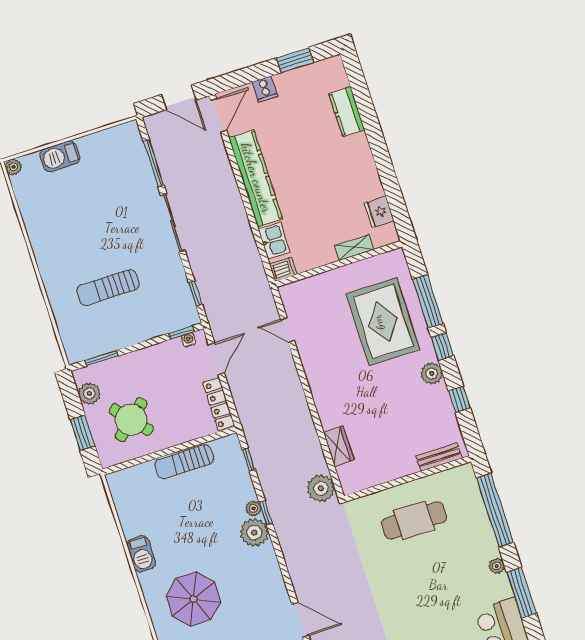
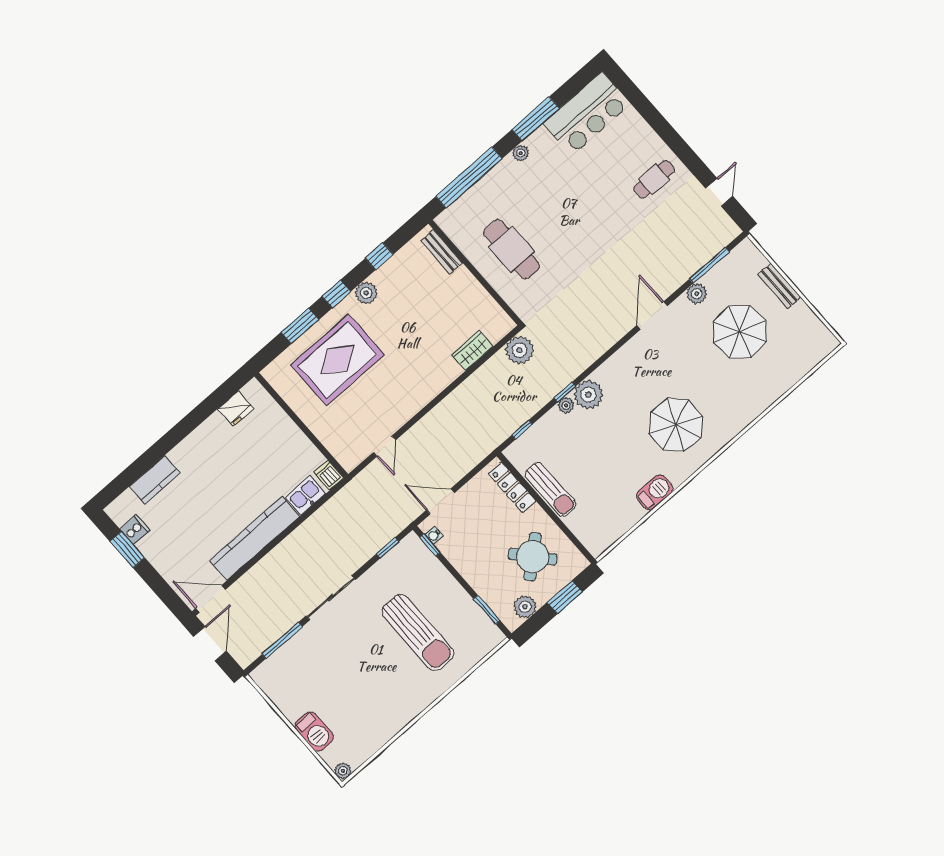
cooker: (265, 89) -> (135, 530), moved
shelving: (354, 247) -> (279, 417), removed
sun lounger: (108, 288) -> (418, 632), width x1.36, depth x1.34
window: (428, 301) -> (300, 326), width x0.69
locker: (219, 404) -> (512, 487), moved, turned 90

